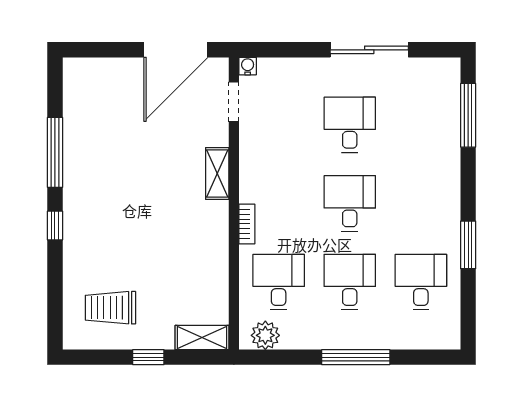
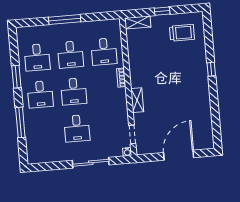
door: (176, 50) -> (179, 155), moved
sliding door: (369, 50) -> (91, 163), moved
window: (468, 115) -> (20, 122), moved
window: (55, 152) -> (214, 104), removed
desk: (421, 203) -> (40, 94), added
plant: (265, 335) -> (108, 26), removed

